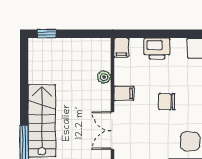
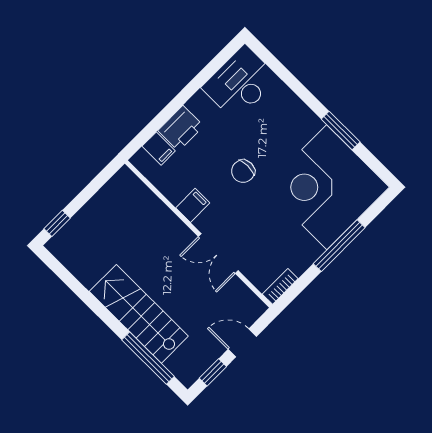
filing cabinet: (121, 47) -> (159, 149), moved
plant: (104, 77) -> (157, 209), removed

